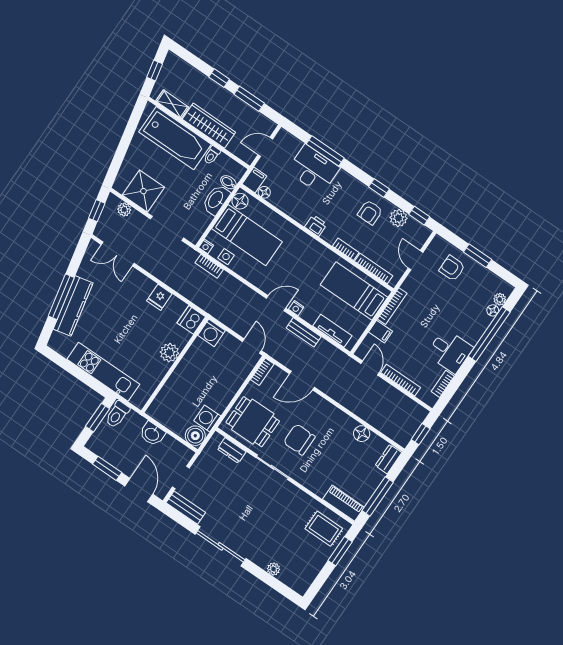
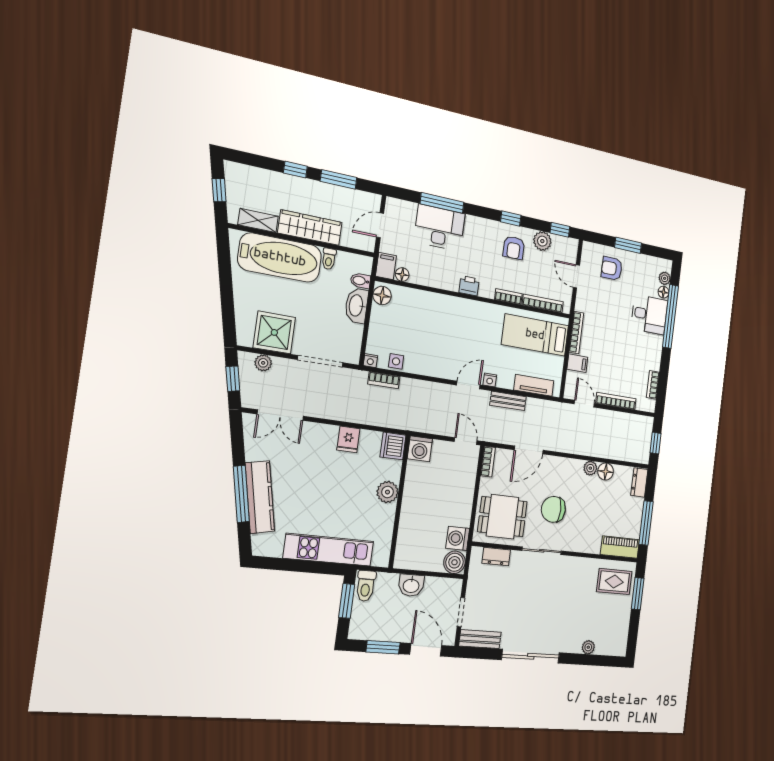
bed: (247, 235) -> (406, 328), removed
desk: (450, 351) -> (649, 315), moved
plant: (349, 423) -> (590, 468), added

